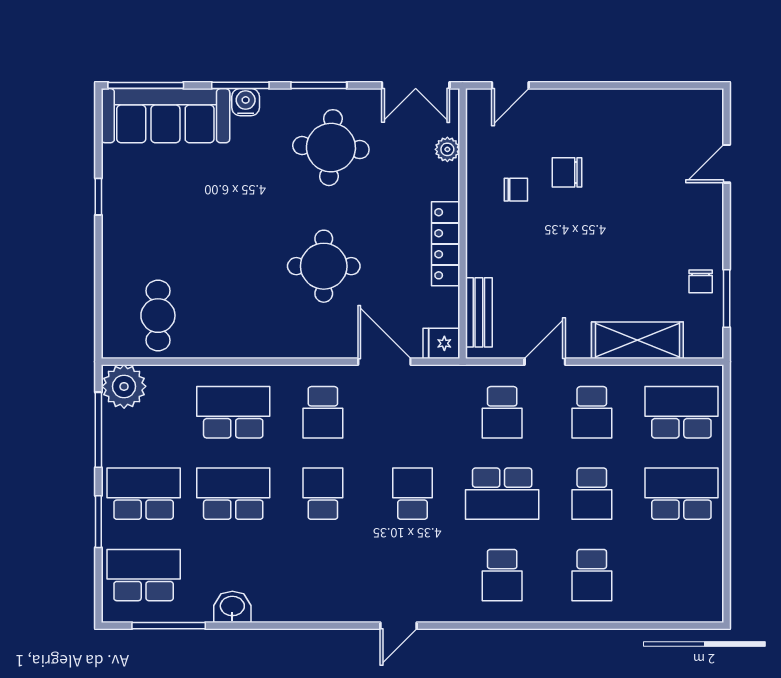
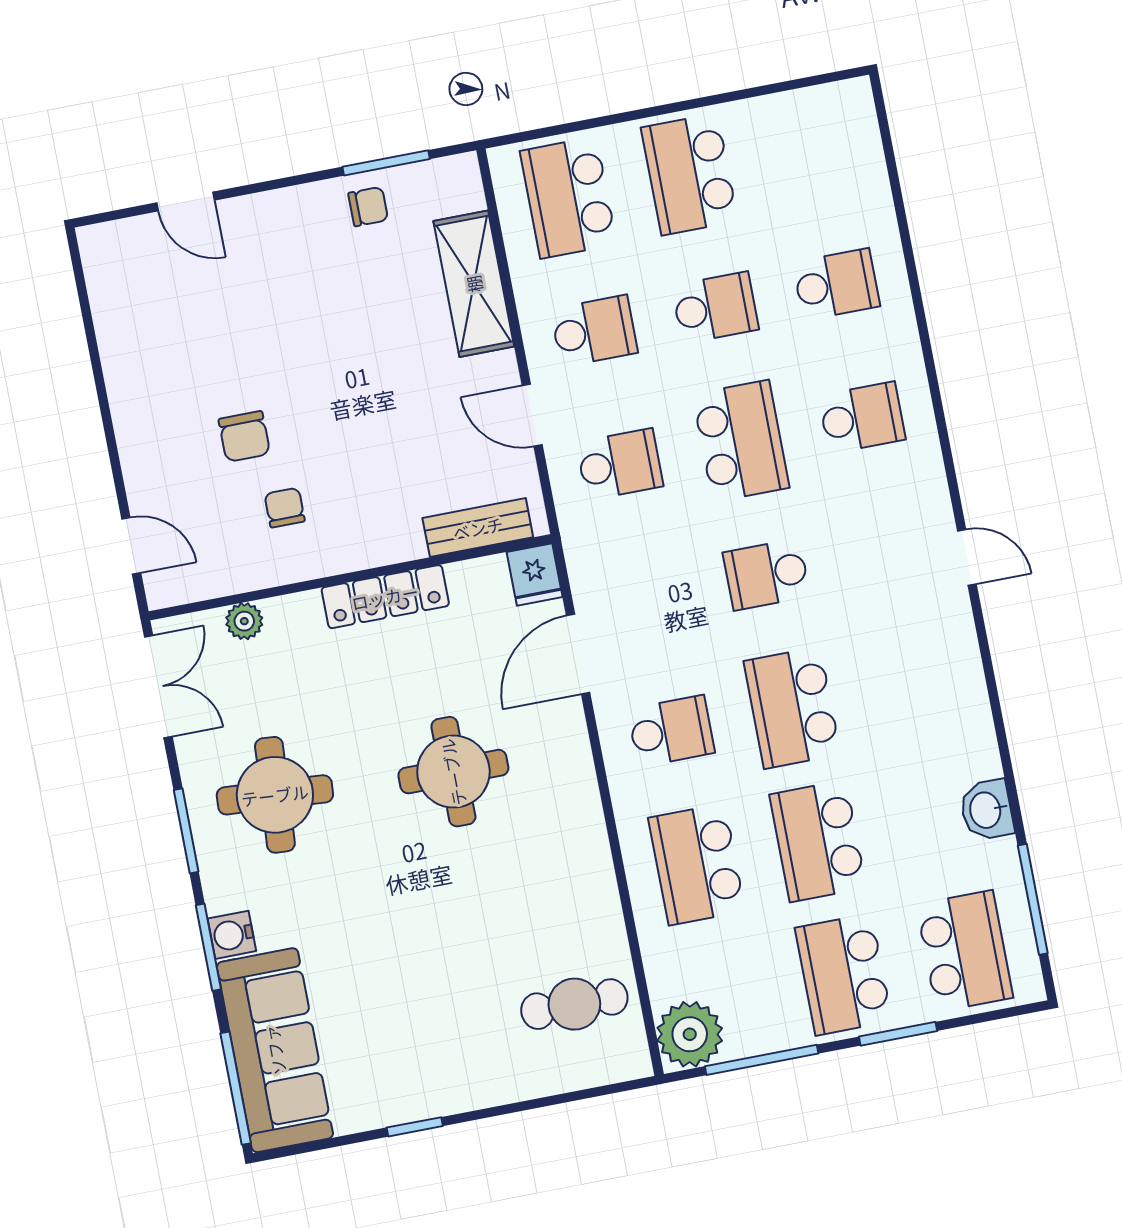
school desk: (323, 494) -> (792, 708), width x1.85
school desk: (144, 575) -> (965, 951), turned 180

